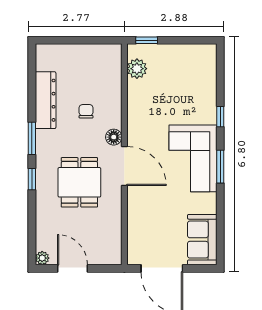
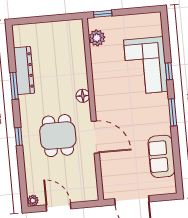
chair: (86, 111) -> (58, 77), removed
window: (32, 138) -> (14, 86), moved
corner sofa: (193, 158) -> (146, 66), moved
door: (124, 166) -> (95, 137), moved
sofa: (202, 240) -> (161, 156), moved

